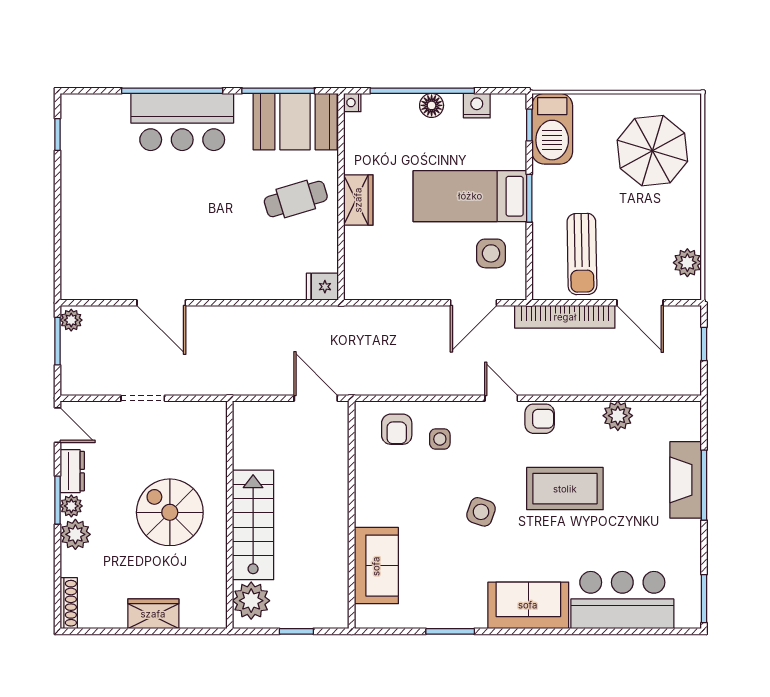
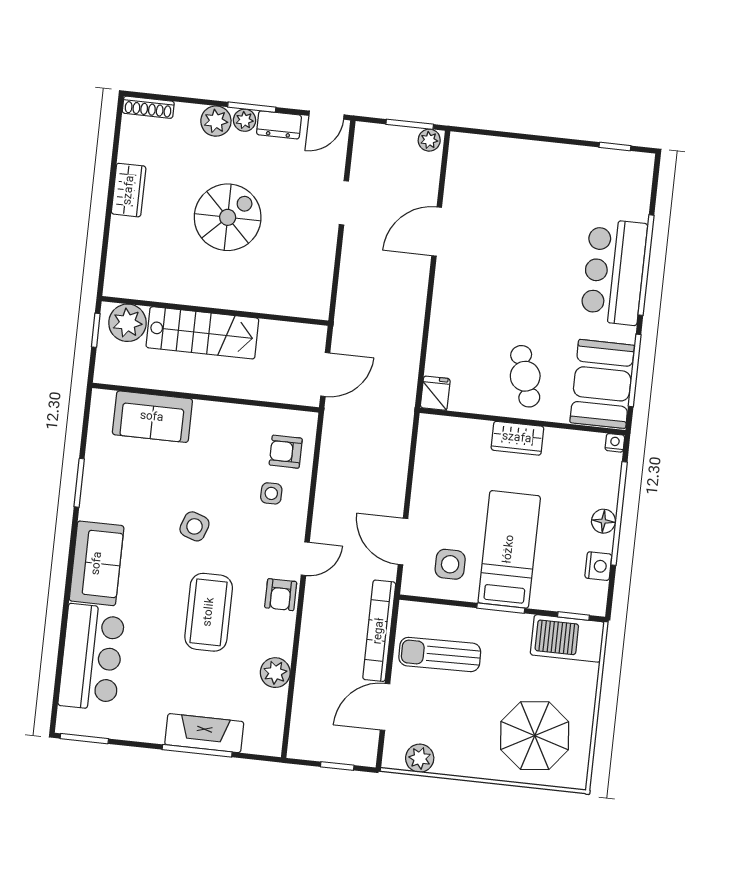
wall: (230, 515) -> (215, 311), moved
stairs: (253, 525) -> (202, 333), moved
plant: (251, 601) -> (127, 323), moved

